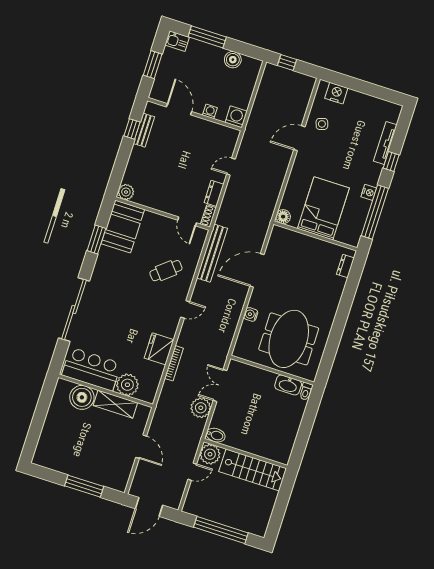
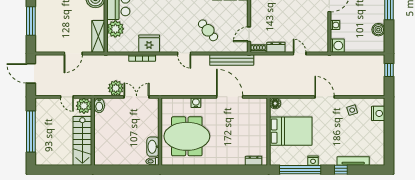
door: (299, 138) -> (325, 97), moved
shelving: (115, 404) -> (98, 36), moved

